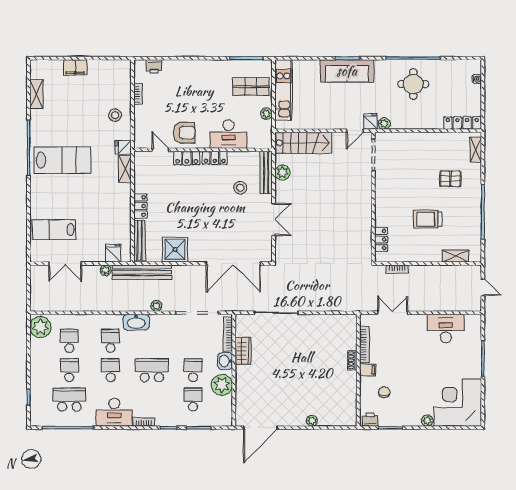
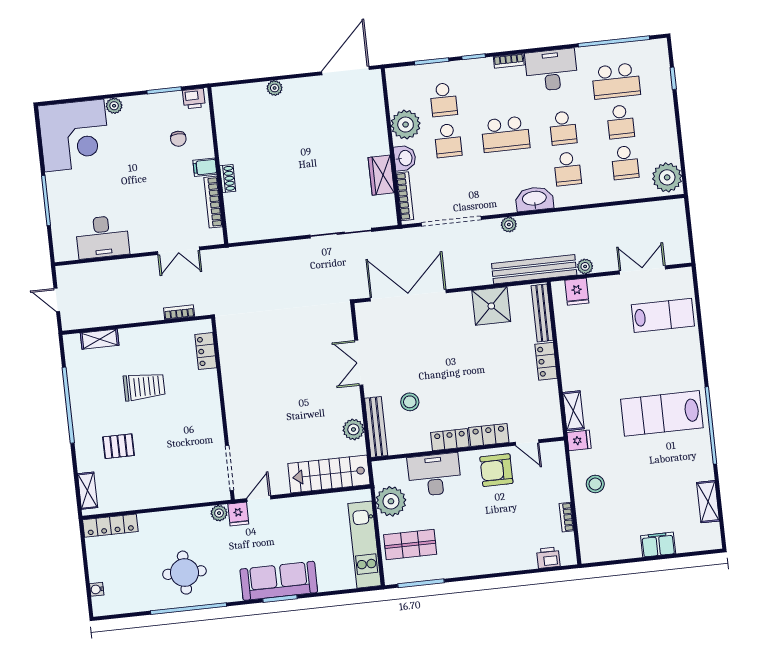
plant: (266, 114) -> (391, 501), width x1.87, depth x1.87

